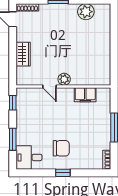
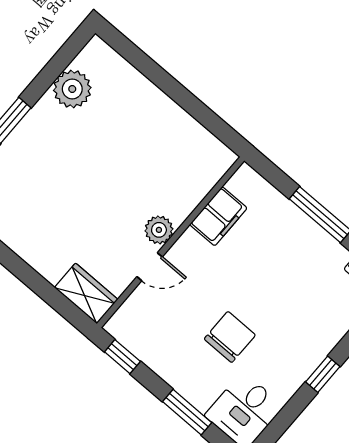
wardrobe: (23, 54) -> (86, 293), moved
chair: (61, 148) -> (230, 337), moved

